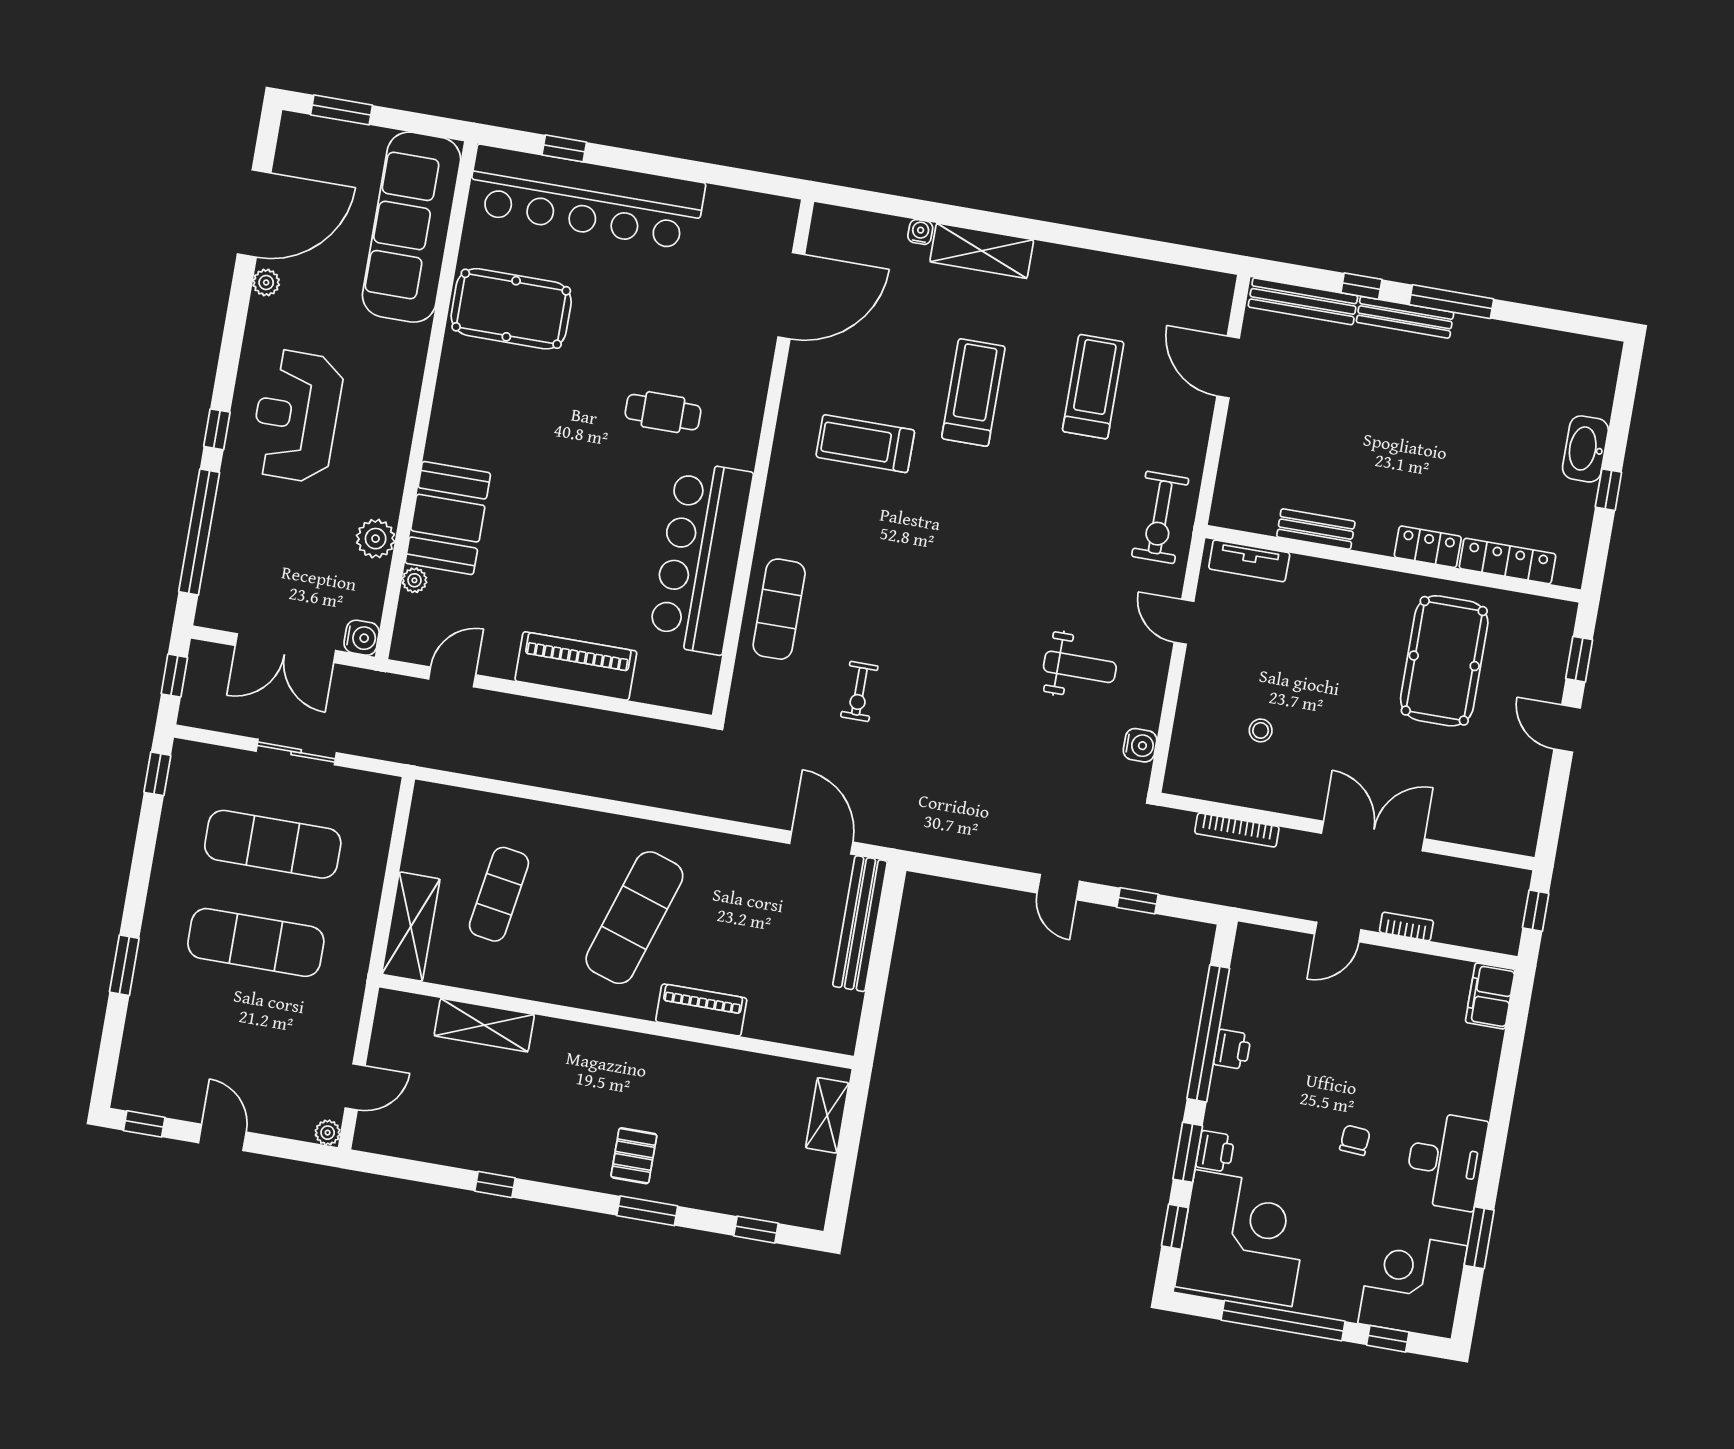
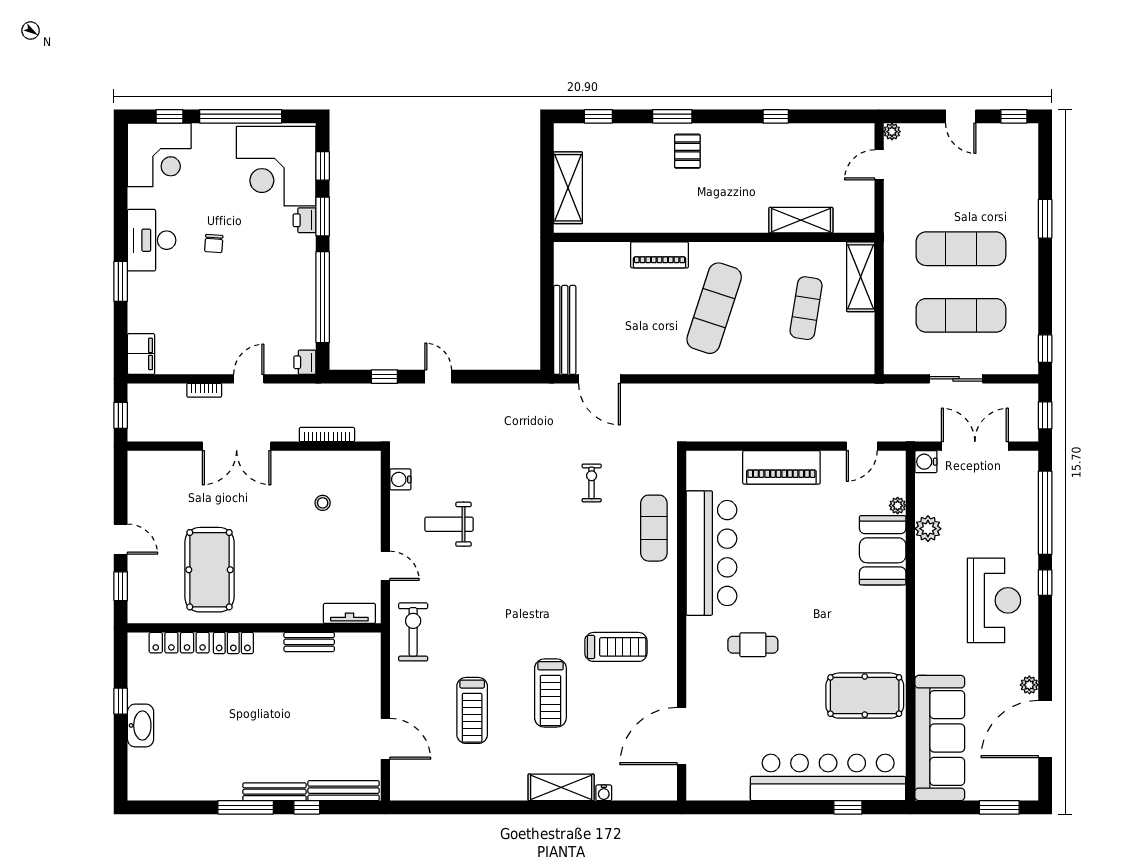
printer: (1232, 1049) -> (305, 362), moved
shelving: (827, 1115) -> (568, 188), width x1.50, depth x1.33
window: (1479, 1238) -> (121, 281), moved

